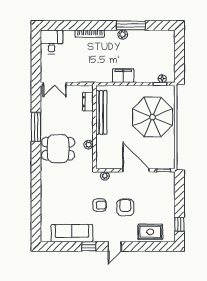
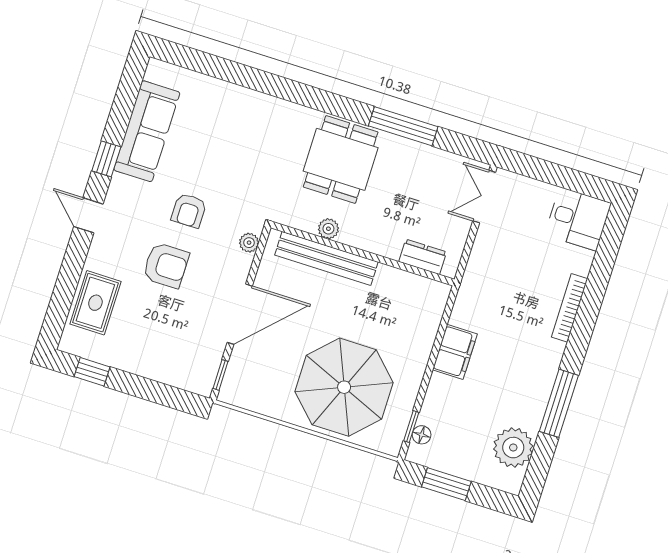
plant: (123, 35) -> (513, 448), moved, width x1.87, depth x1.87
window: (179, 62) -> (446, 484), added
bench: (101, 112) -> (326, 258), moved

